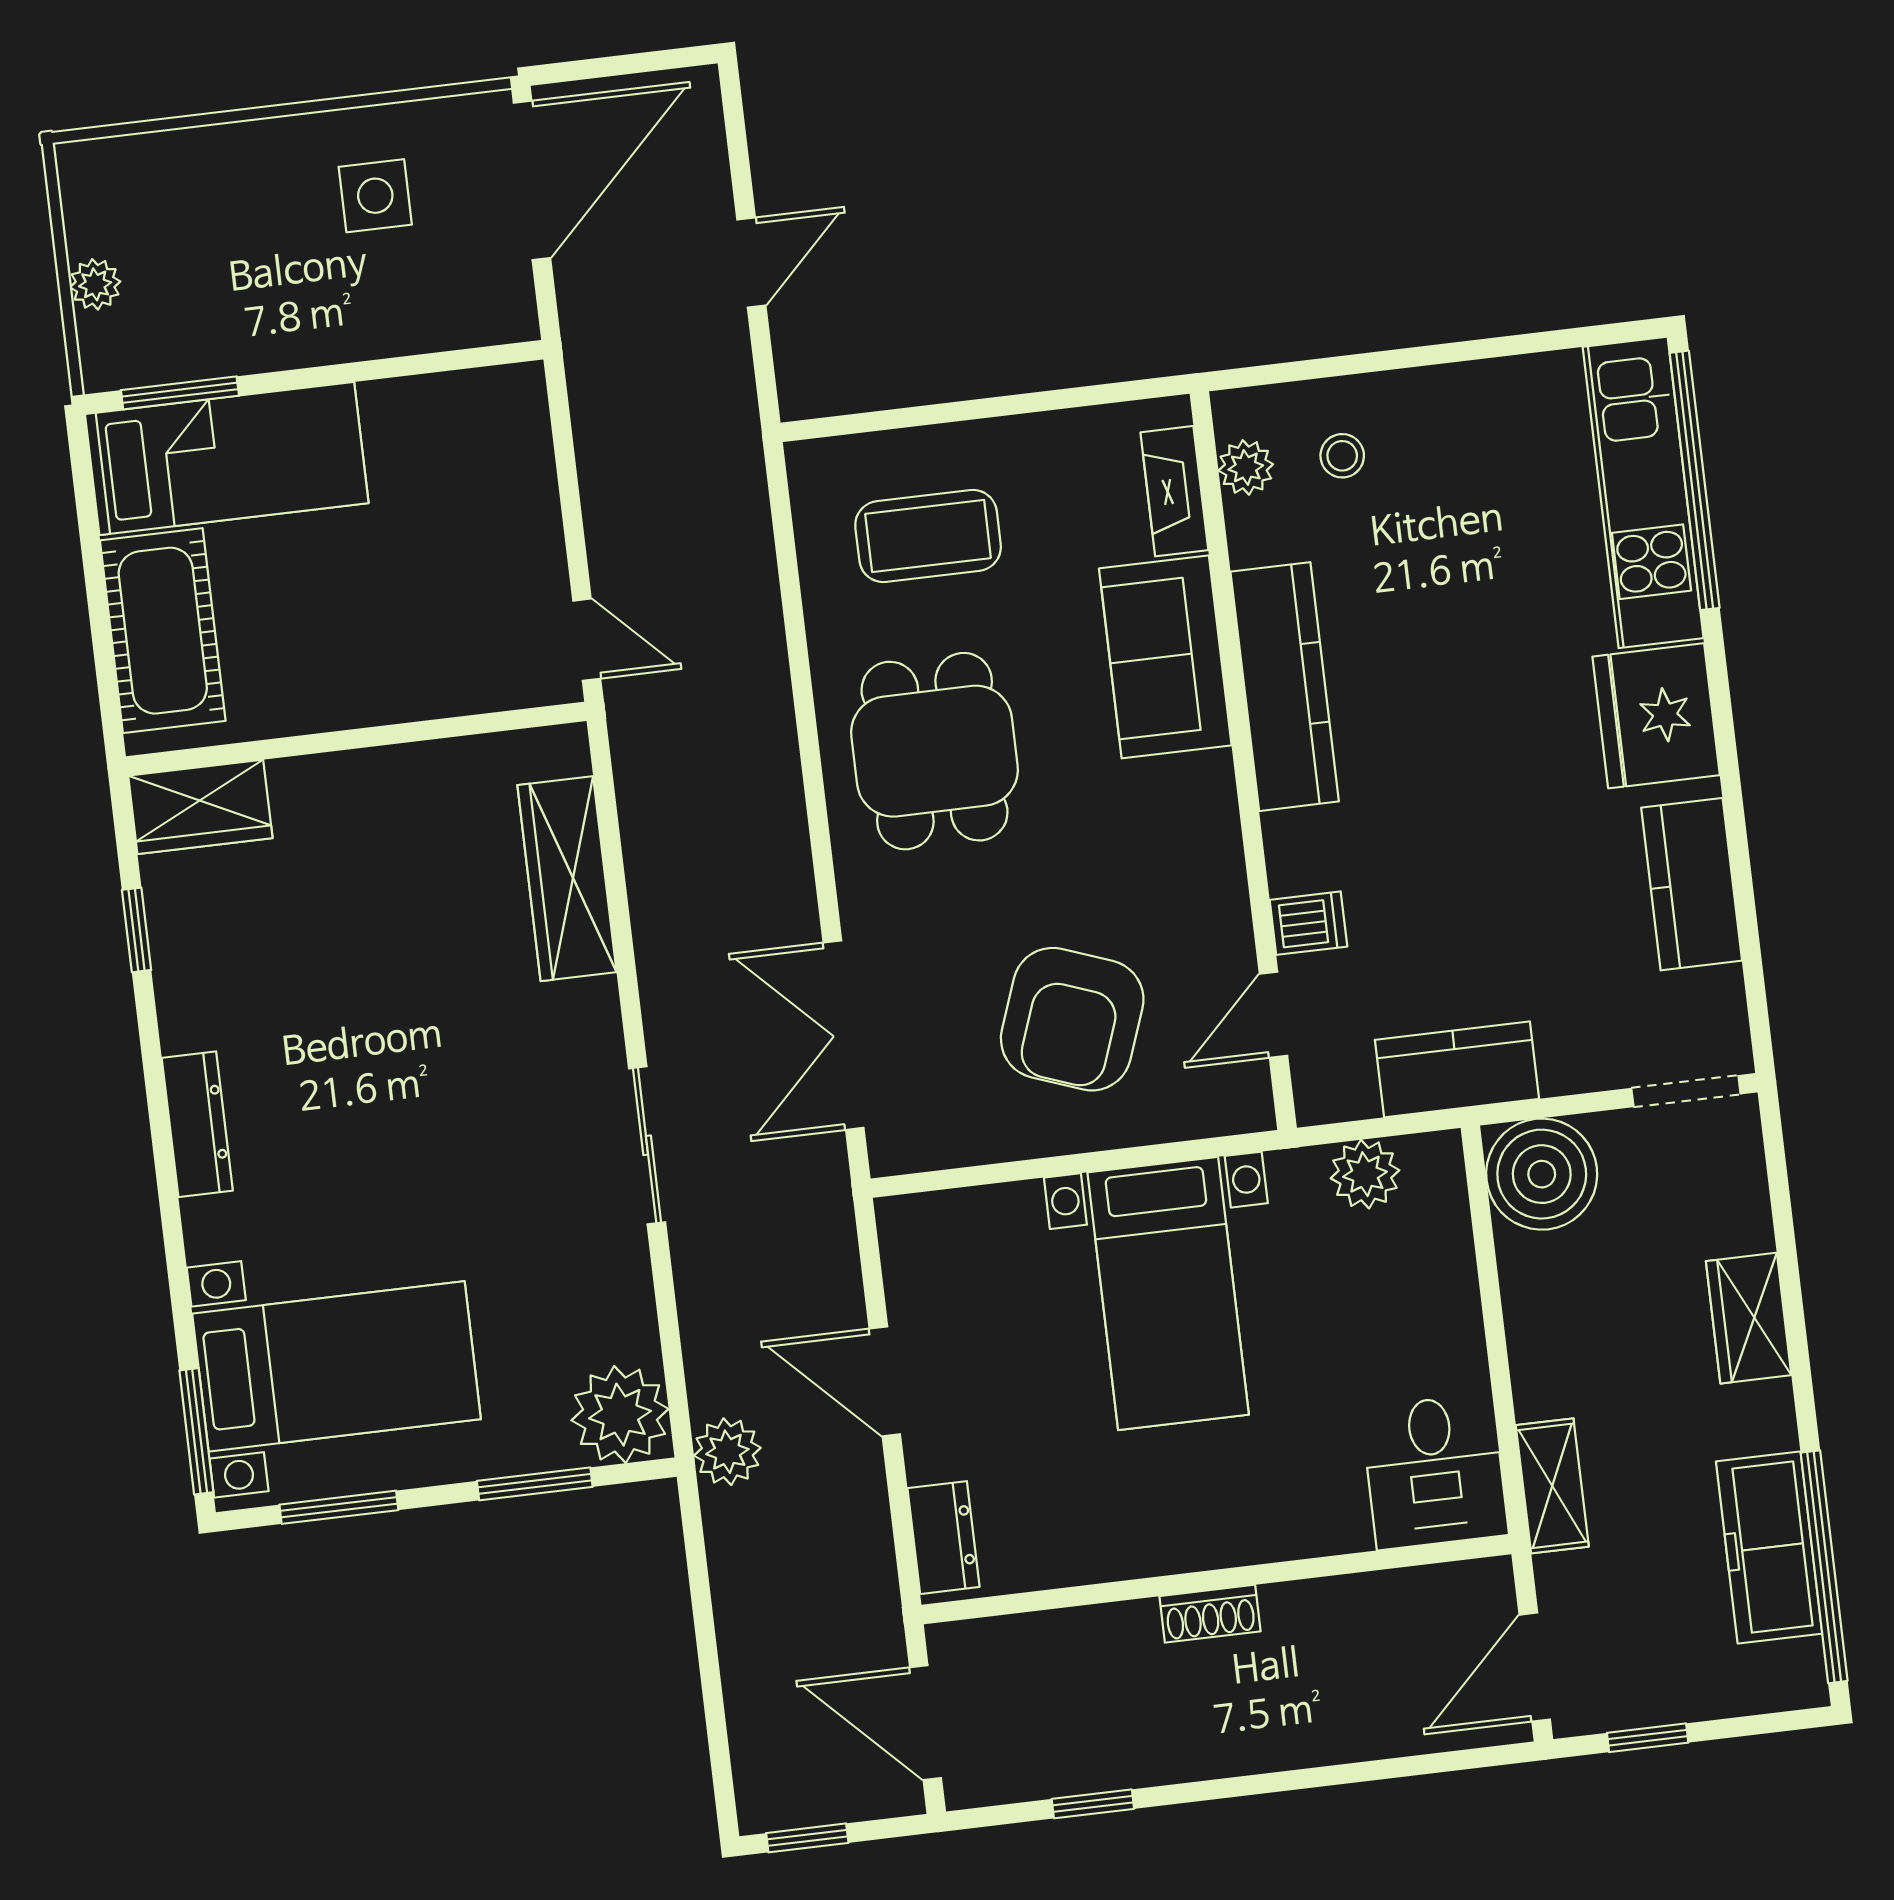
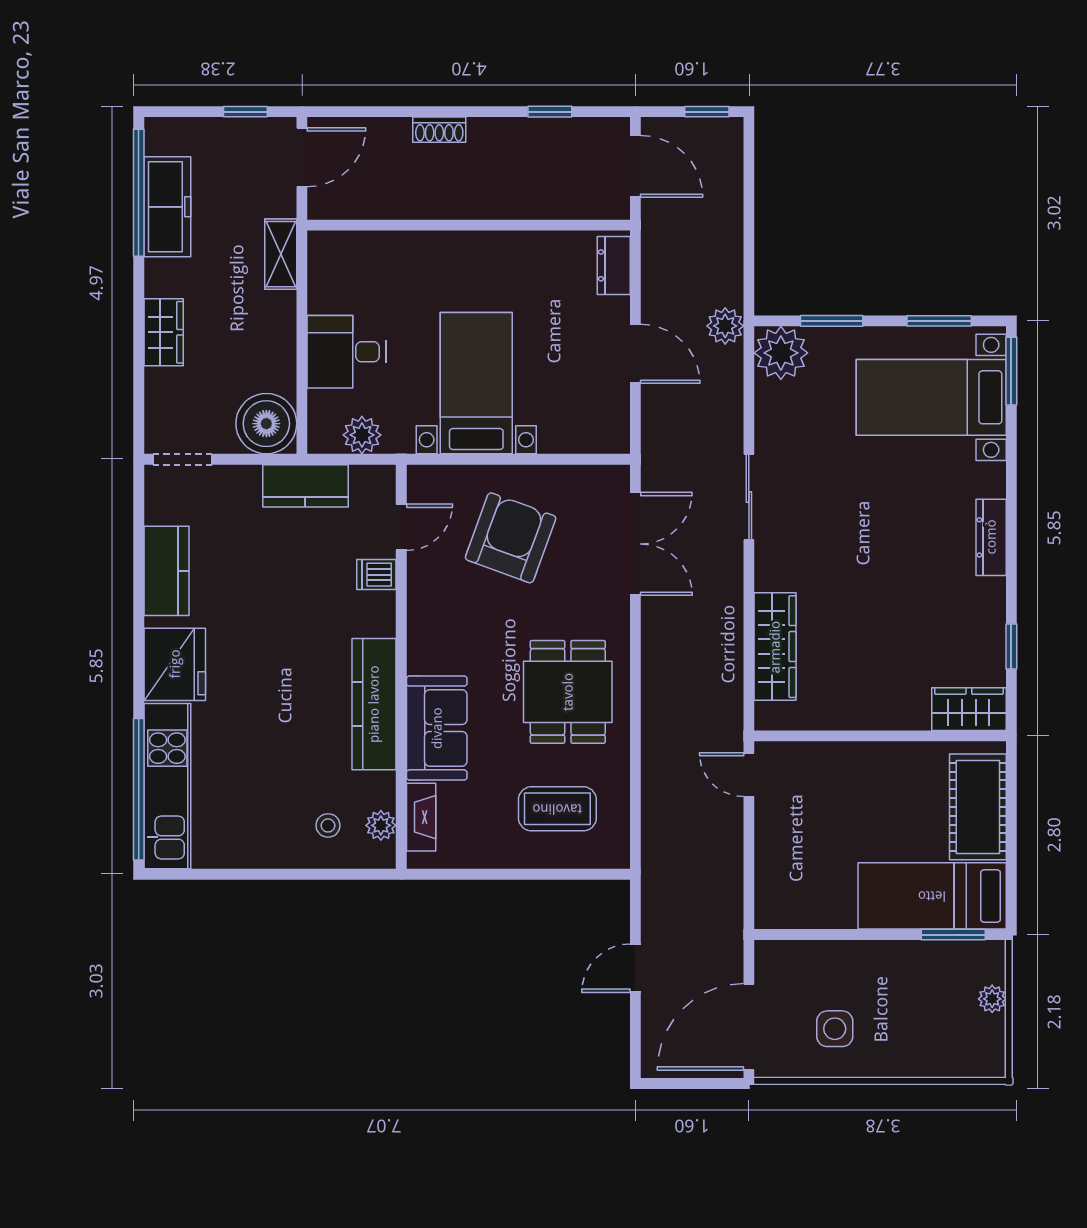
desk: (1435, 1471) -> (346, 352), moved, turned -90
shoe rack: (1210, 1614) -> (439, 130), moved, turned 180

